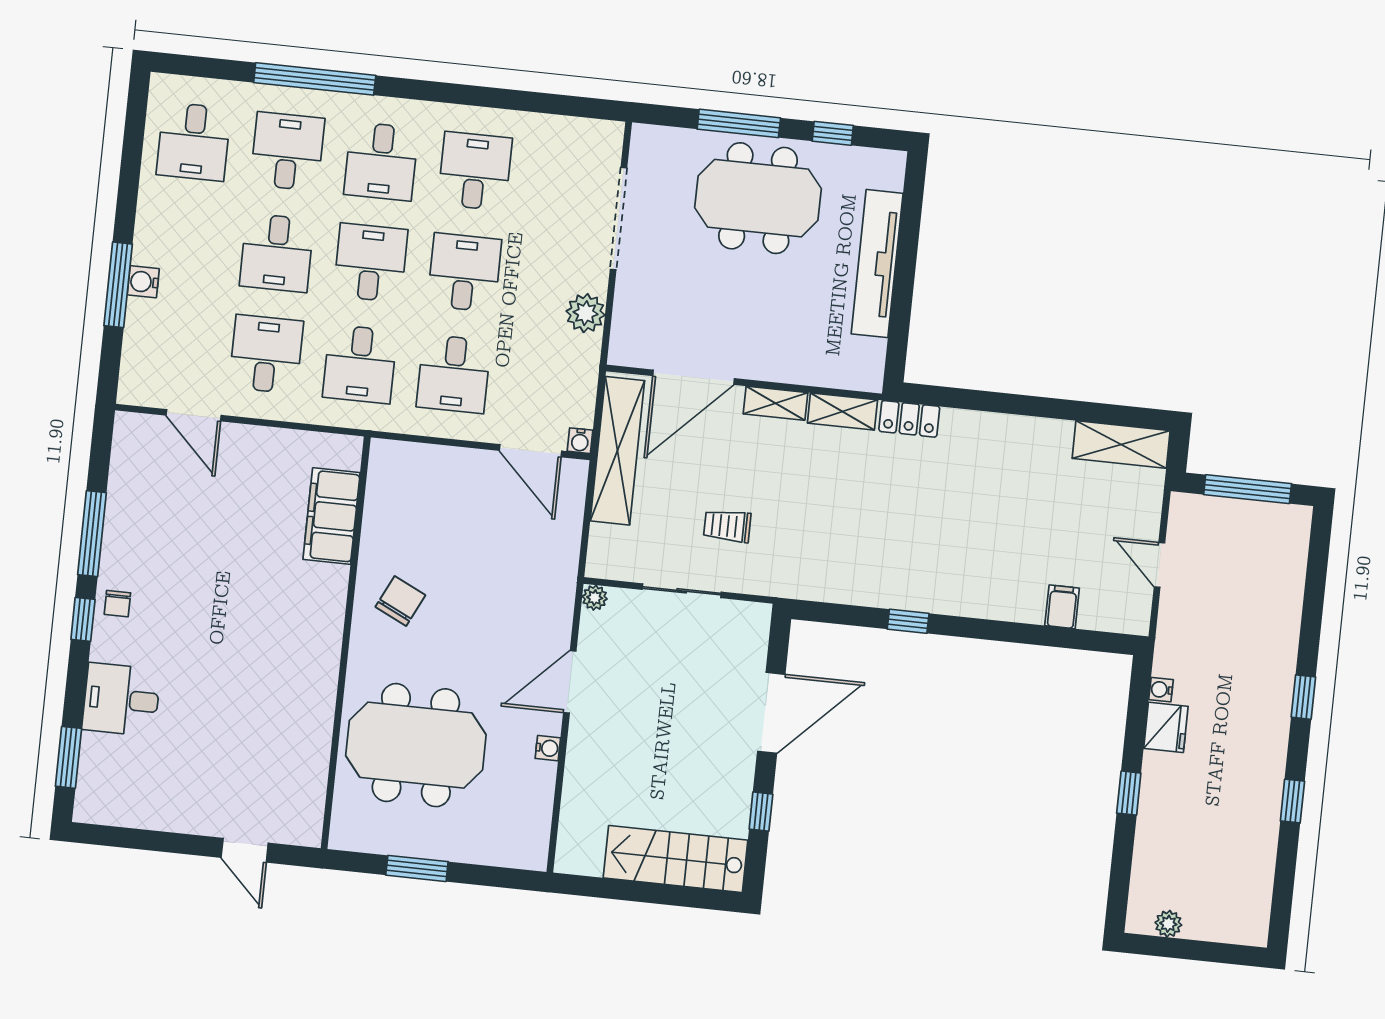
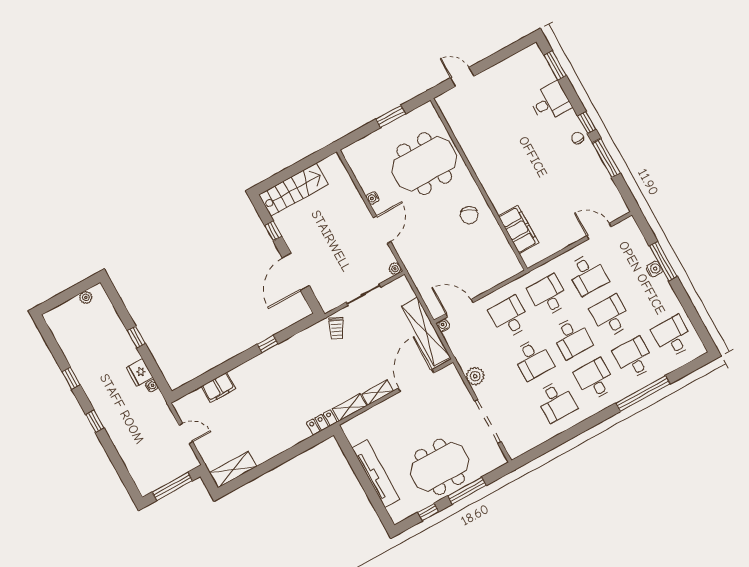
desk: (287, 151) -> (634, 358), turned 180
trolley: (727, 526) -> (336, 328), moved, turned 115
filing cabinet: (1062, 607) -> (218, 388), width x2.00

